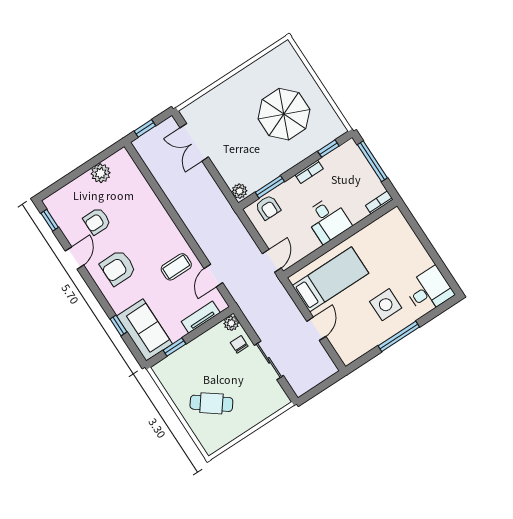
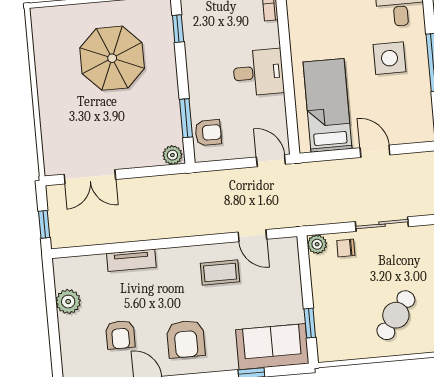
bookcase: (309, 172) -> (193, 64), removed
coffee table: (176, 267) -> (220, 273), turned 90
tv unit: (201, 317) -> (131, 260), moved, turned -90

